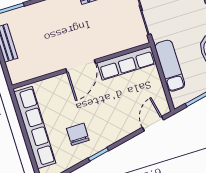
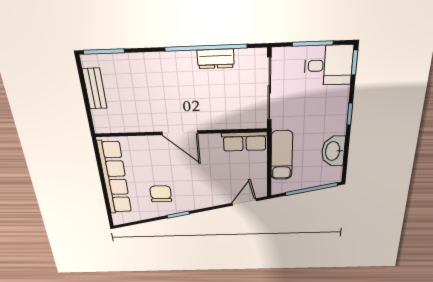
row of seats: (127, 63) -> (244, 142), width x0.68
door: (81, 66) -> (180, 133), hinge flipped

